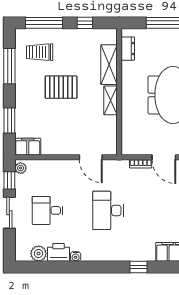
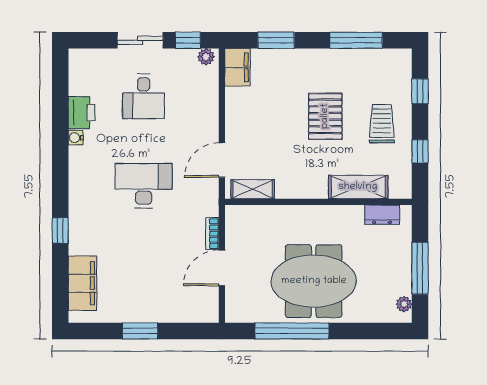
window: (44, 23) -> (420, 91), width x0.46
trolley: (40, 52) -> (382, 124), moved
shelving: (110, 100) -> (253, 189), moved
desk: (48, 210) -> (144, 96), turned 180
plant: (39, 254) -> (80, 83), removed

